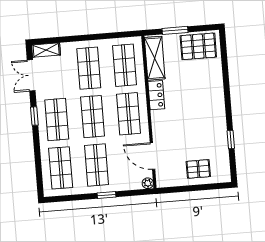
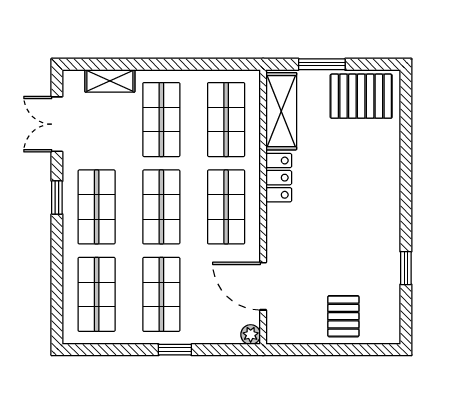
shelving: (46, 50) -> (110, 81), moved
pallet: (198, 169) -> (343, 316), turned 90

